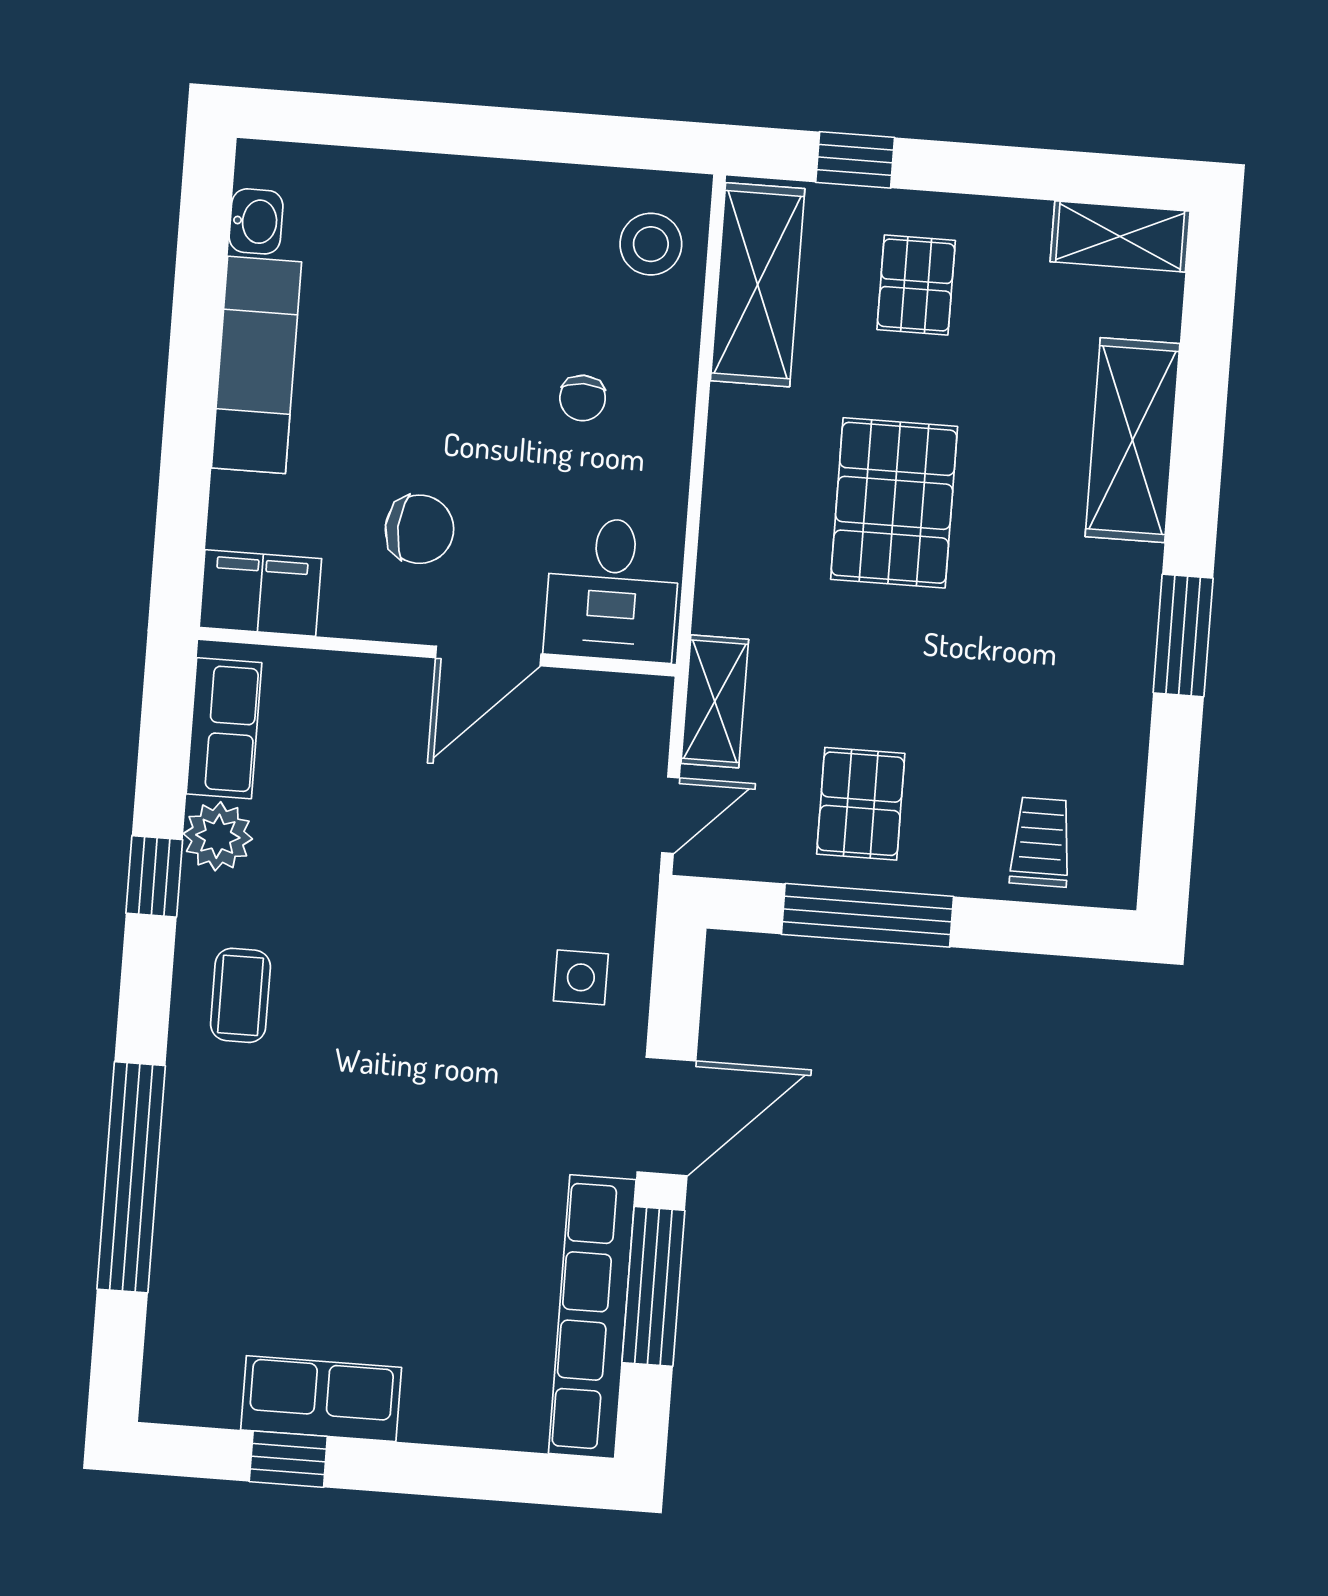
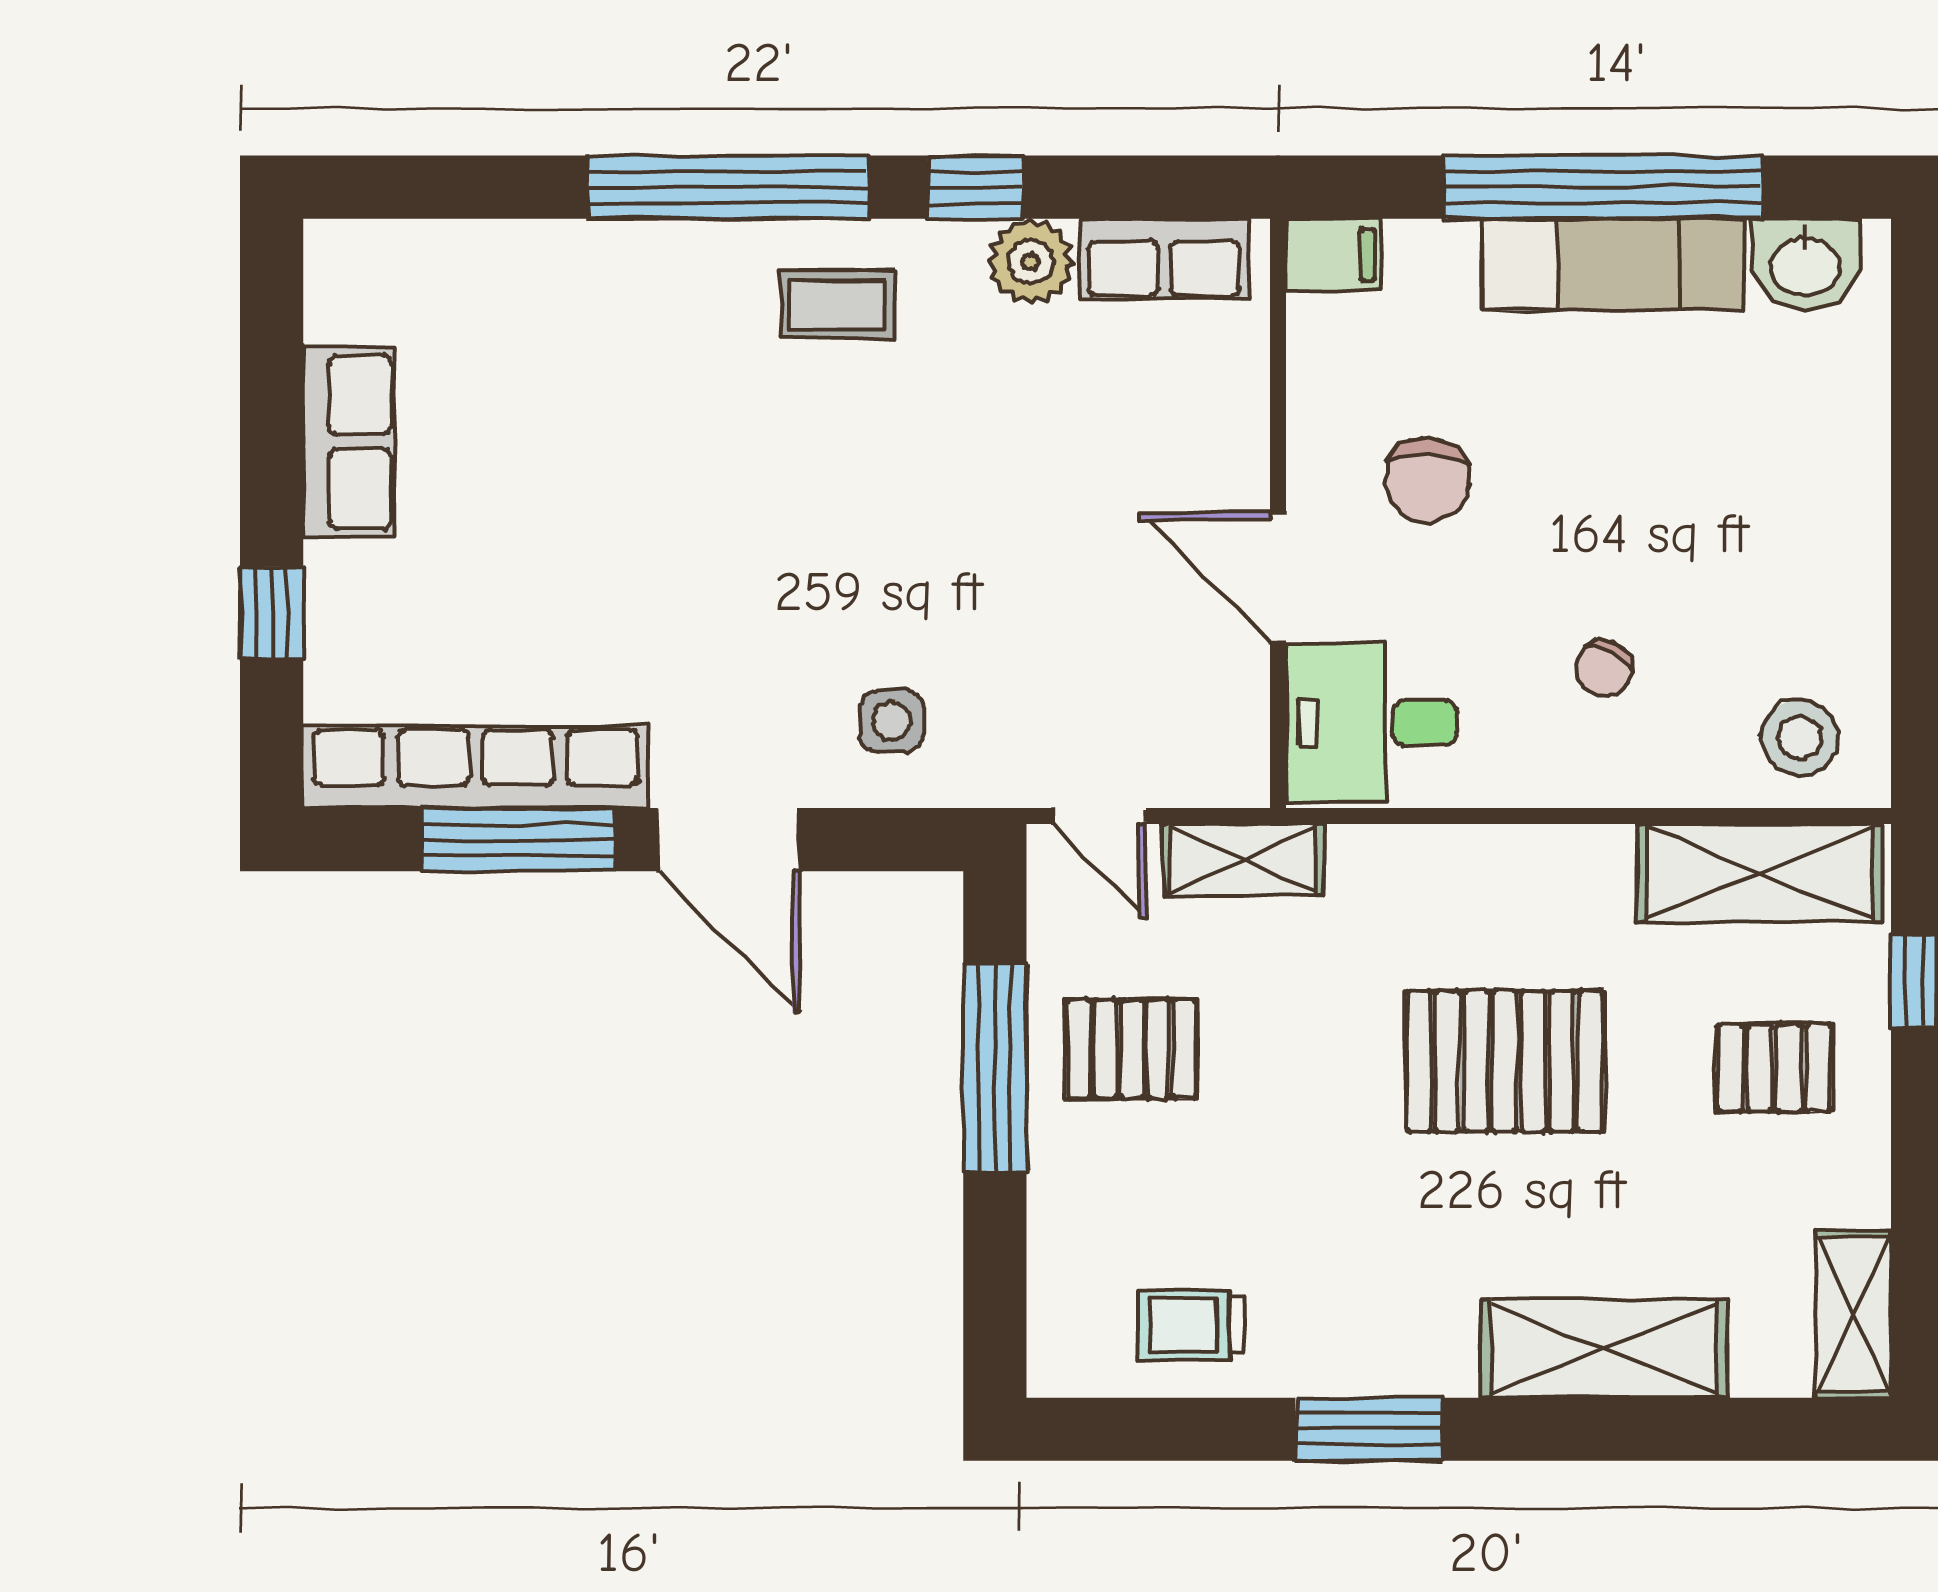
washbasin: (256, 221) -> (1805, 264), width x1.38, depth x1.45
window: (193, 369) -> (1603, 187), added
chair: (583, 398) -> (1604, 668), turned -62
filing cabinet: (260, 593) -> (1334, 255), width x0.50
trolley: (1041, 842) -> (1191, 1325), moved, turned 180
window: (131, 1177) -> (728, 187), moved
window: (288, 1459) -> (272, 613), moved

